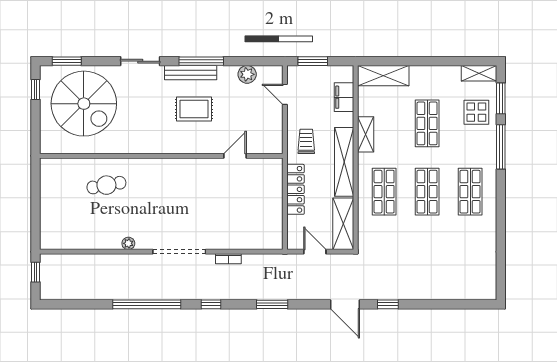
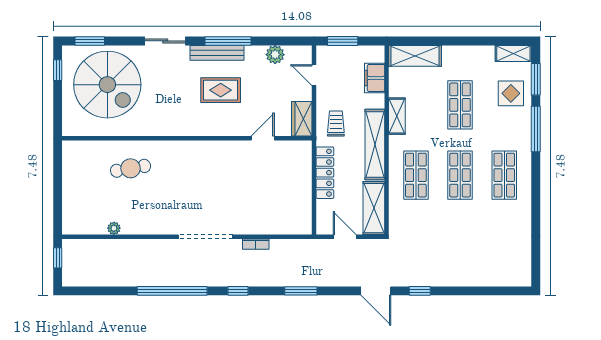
wardrobe: (273, 137) -> (302, 119), added
plant: (128, 243) -> (114, 228), moved

